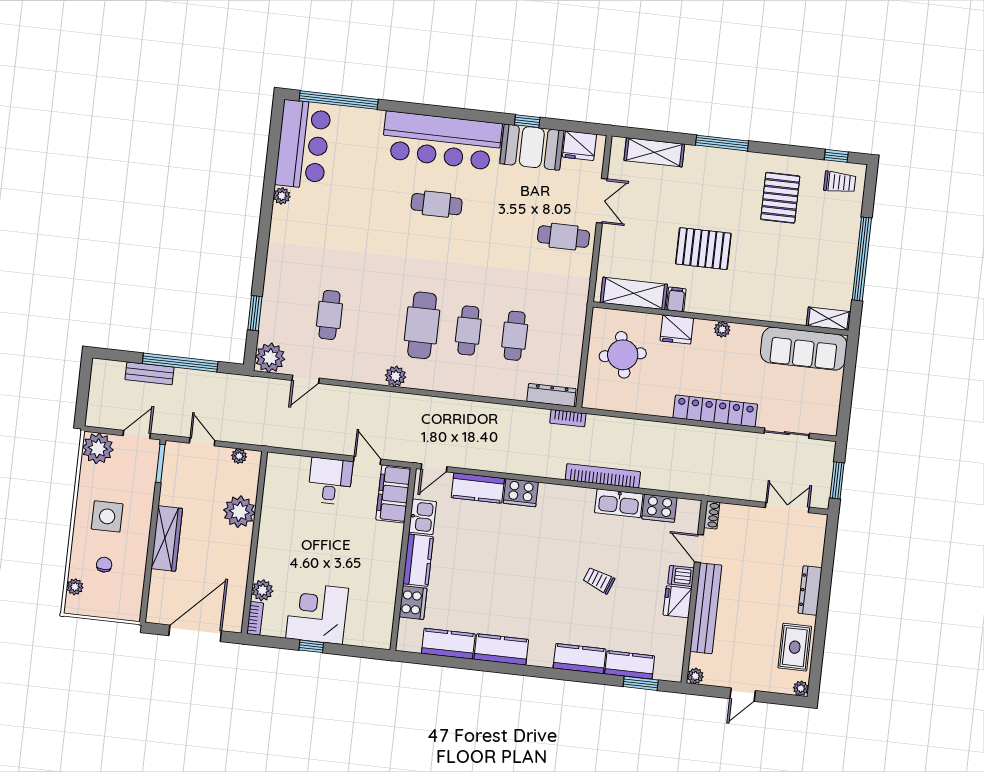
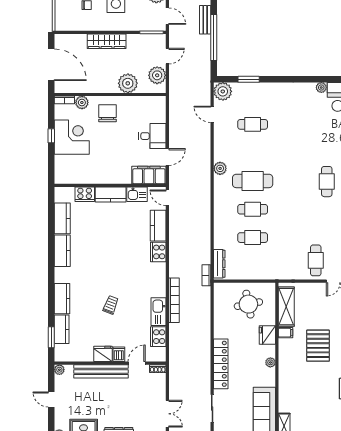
plant: (239, 456) -> (157, 75), width x1.88, depth x1.88
chair: (285, 550) -> (108, 113), added

